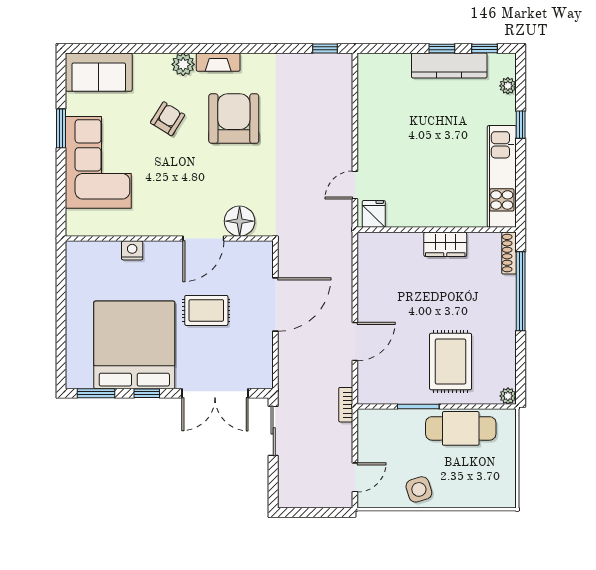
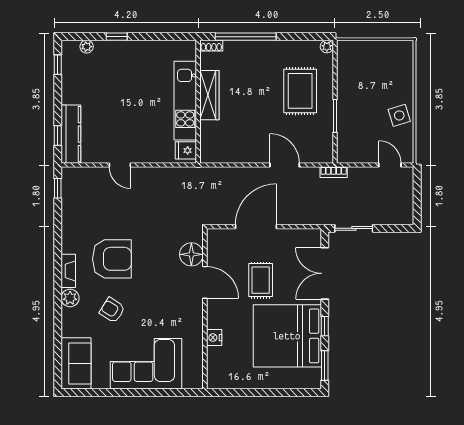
window: (442, 48) -> (58, 135), moved
kitchen counter: (449, 65) -> (71, 134), moved
armchair: (234, 119) -> (112, 259), turned 180
window: (61, 128) -> (120, 393), removed
kitchen unit: (502, 176) -> (185, 101), moved, turned 90
door: (355, 185) -> (120, 165), moved
wardrobe: (445, 244) -> (209, 95), width x1.50
shoe rack: (509, 253) -> (211, 46), width x0.70
door: (275, 305) -> (256, 227), hinge flipped
rug: (451, 362) -> (300, 91), turned 90
double door: (215, 393) -> (325, 273), swing flipped
cafe table: (461, 428) -> (352, 83), removed

